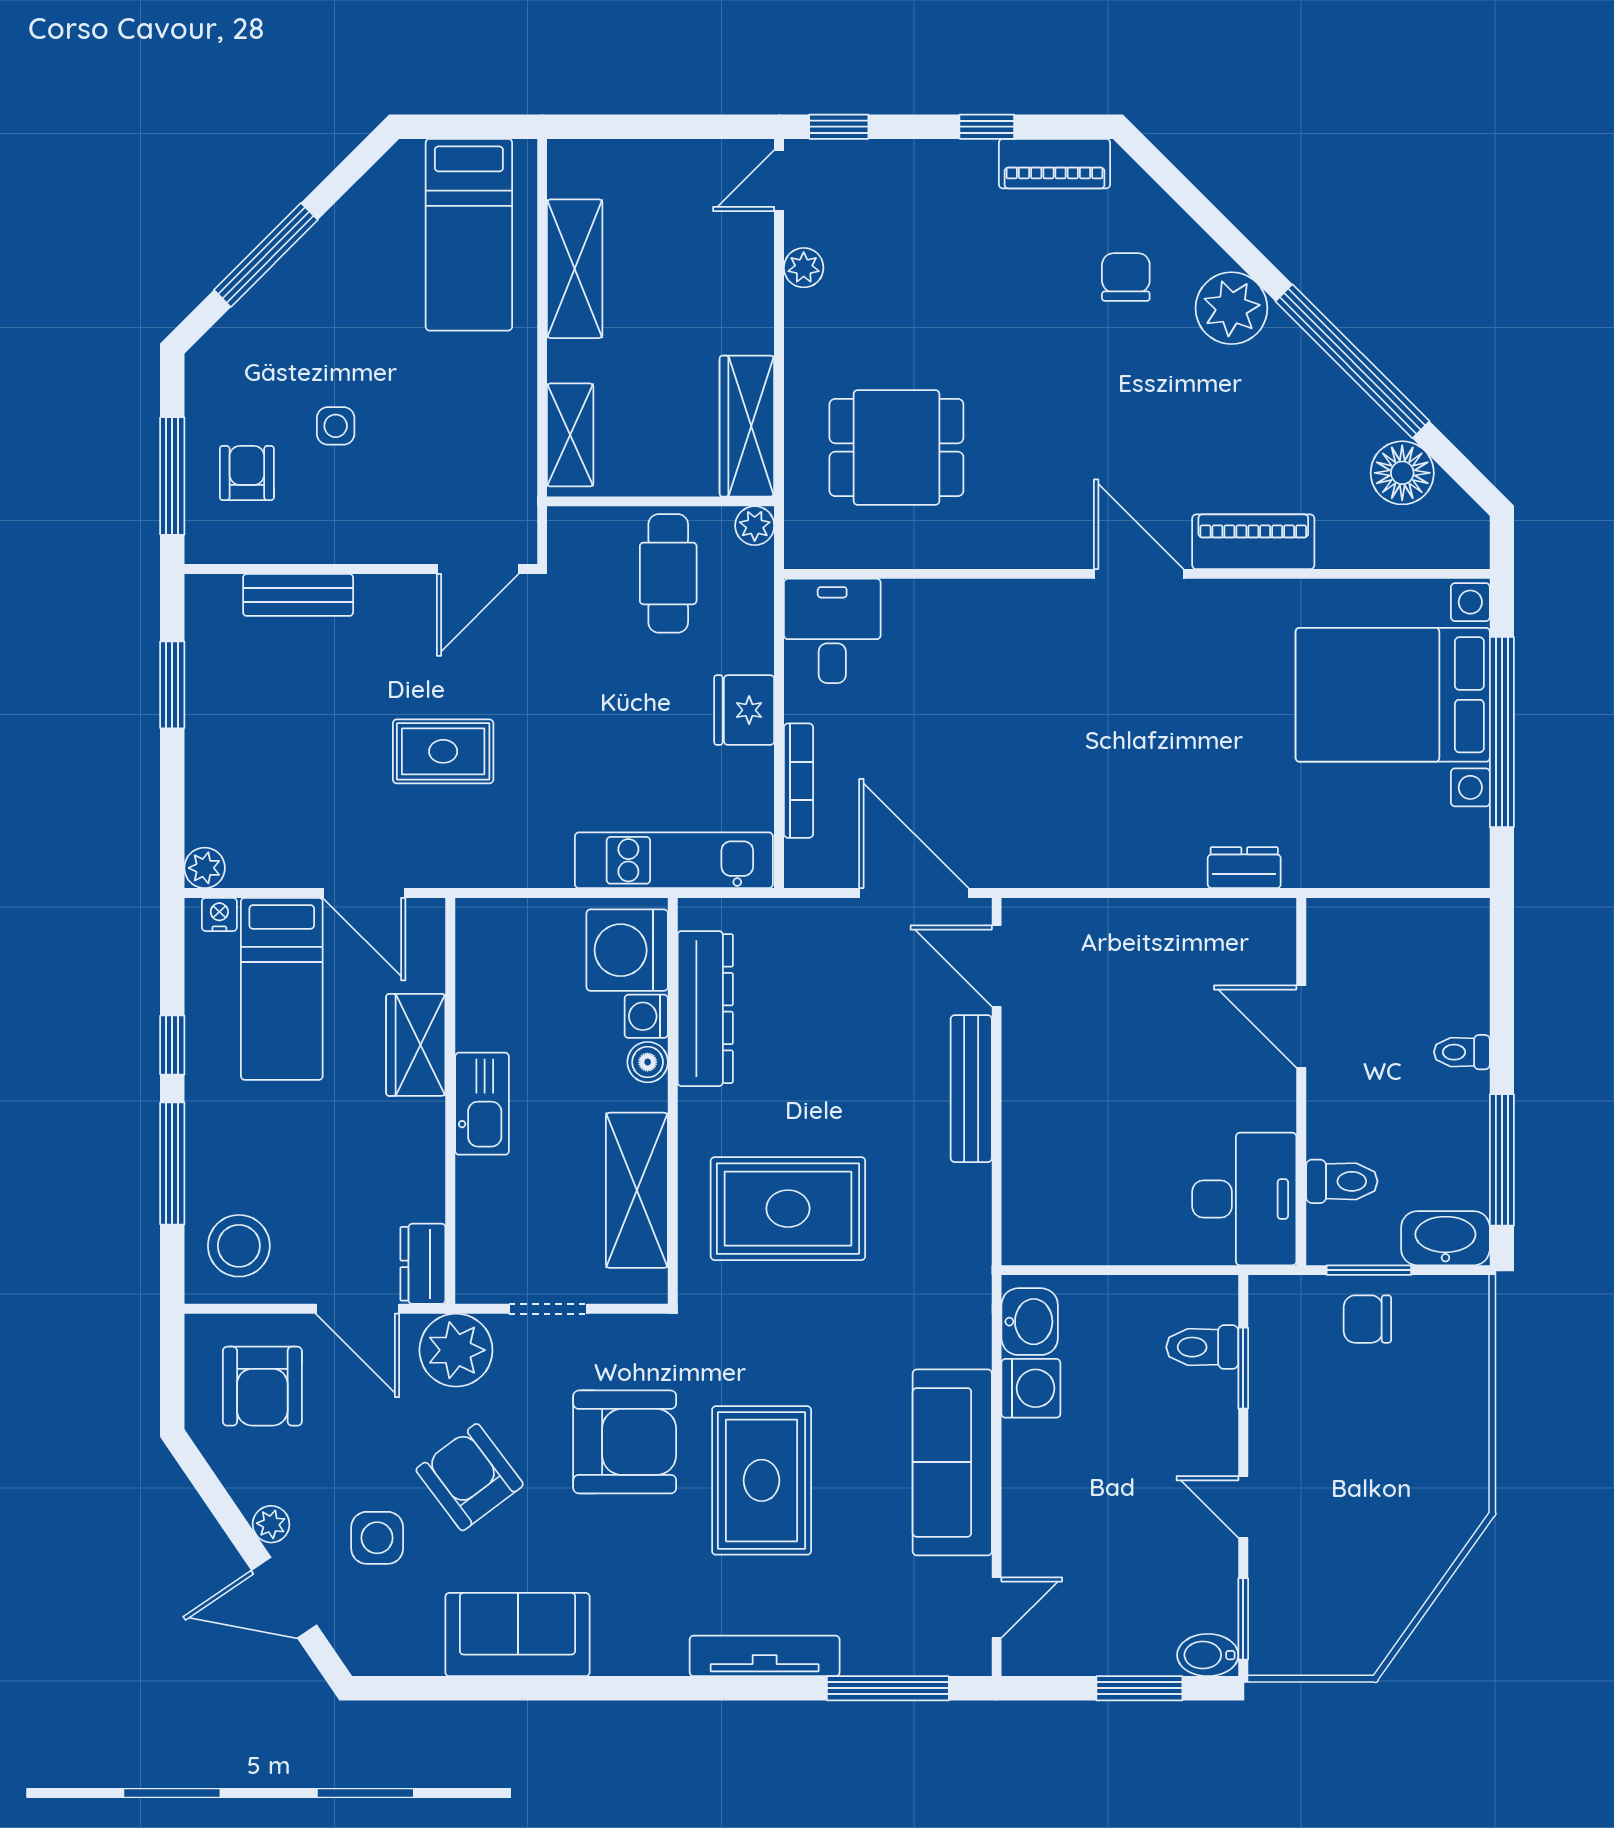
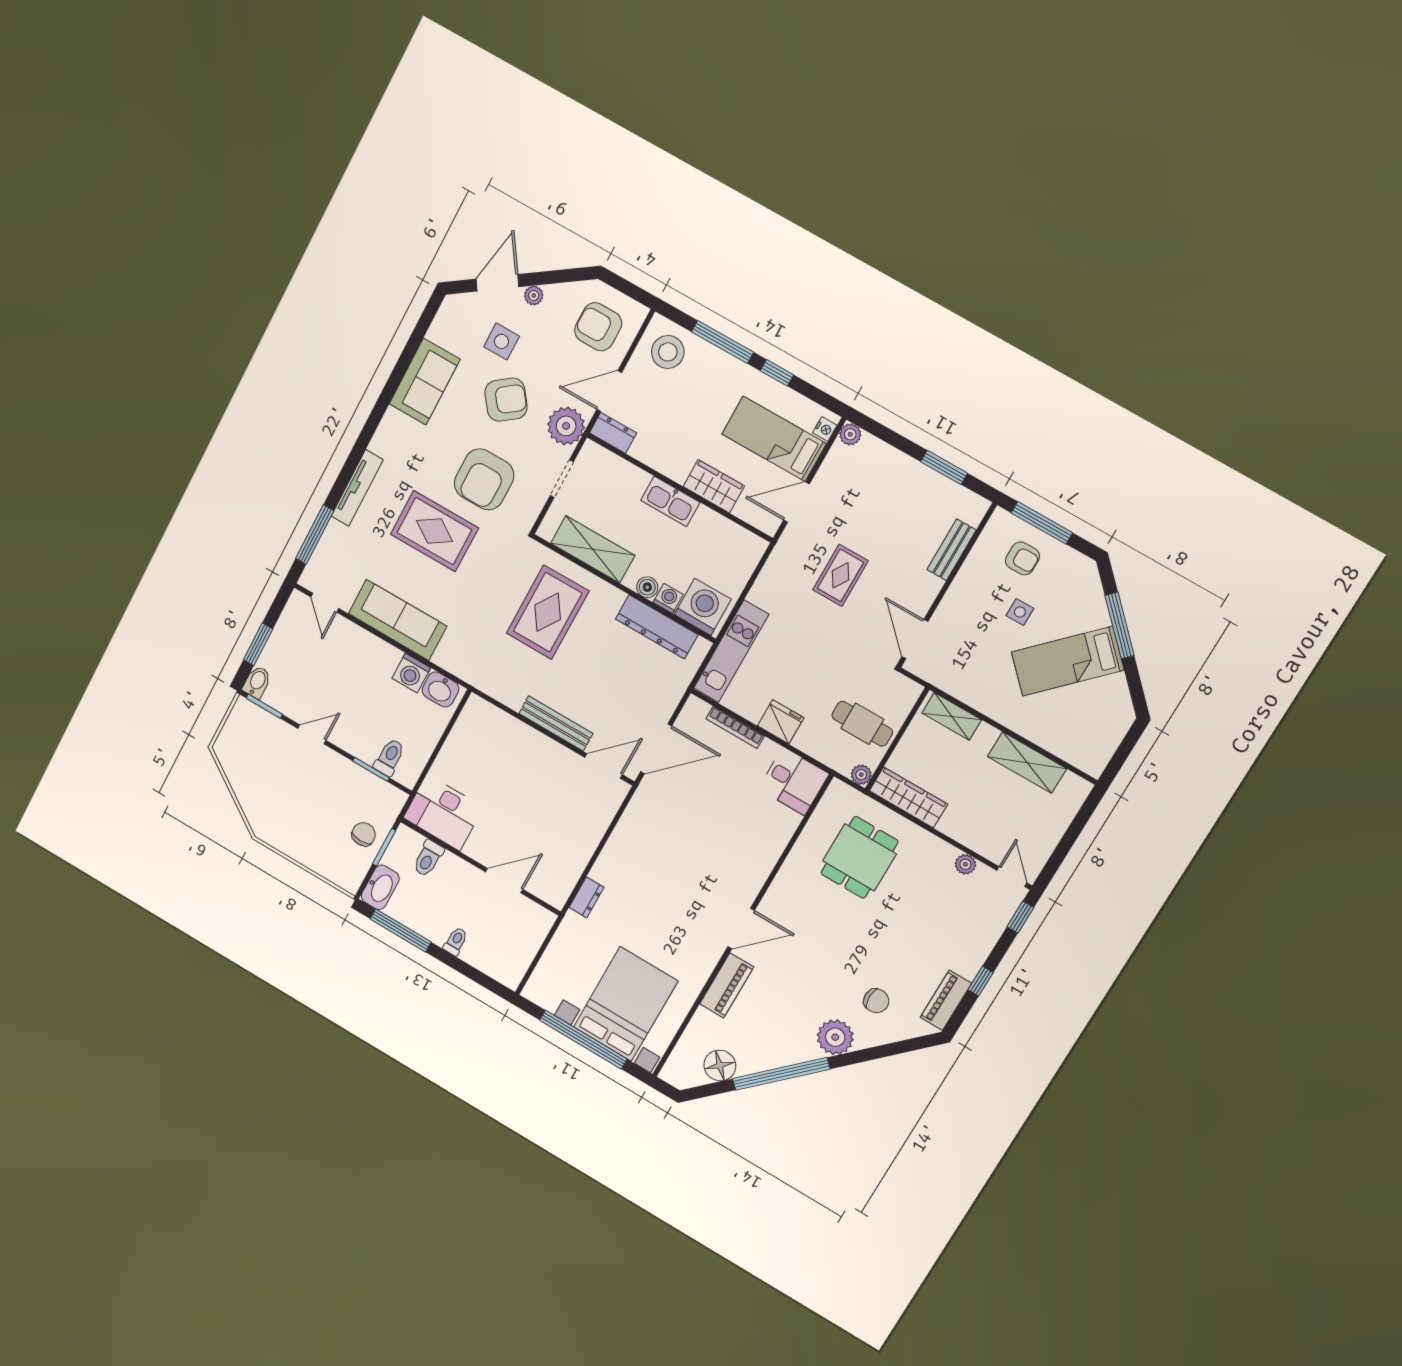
bed: (469, 235) -> (1068, 661), moved, turned -45

